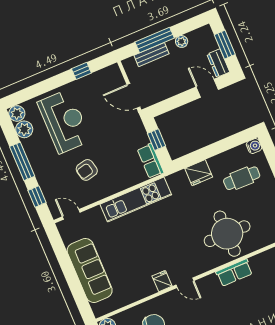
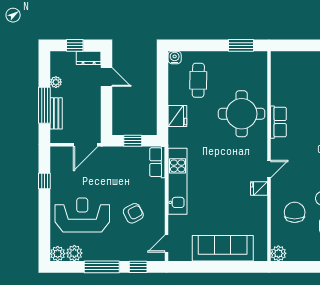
window: (225, 45) -> (75, 45), width x0.67
door: (207, 88) -> (106, 77), swing flipped
row of seats: (150, 161) -> (157, 162), moved, turned 90
armchair: (87, 170) -> (133, 213), turned -104

